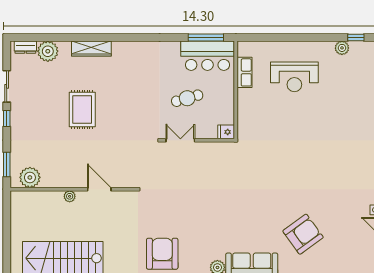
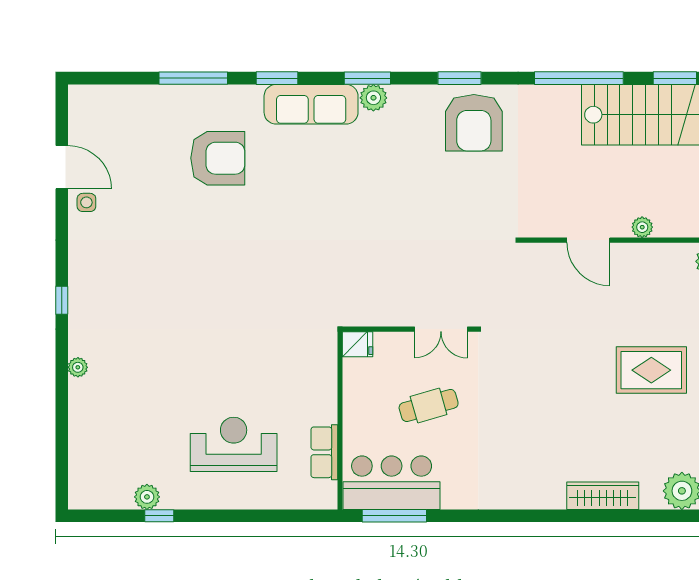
window: (356, 38) -> (159, 516), moved
rug: (82, 110) -> (651, 370), moved, turned 90
armchair: (303, 234) -> (218, 158), turned -144

